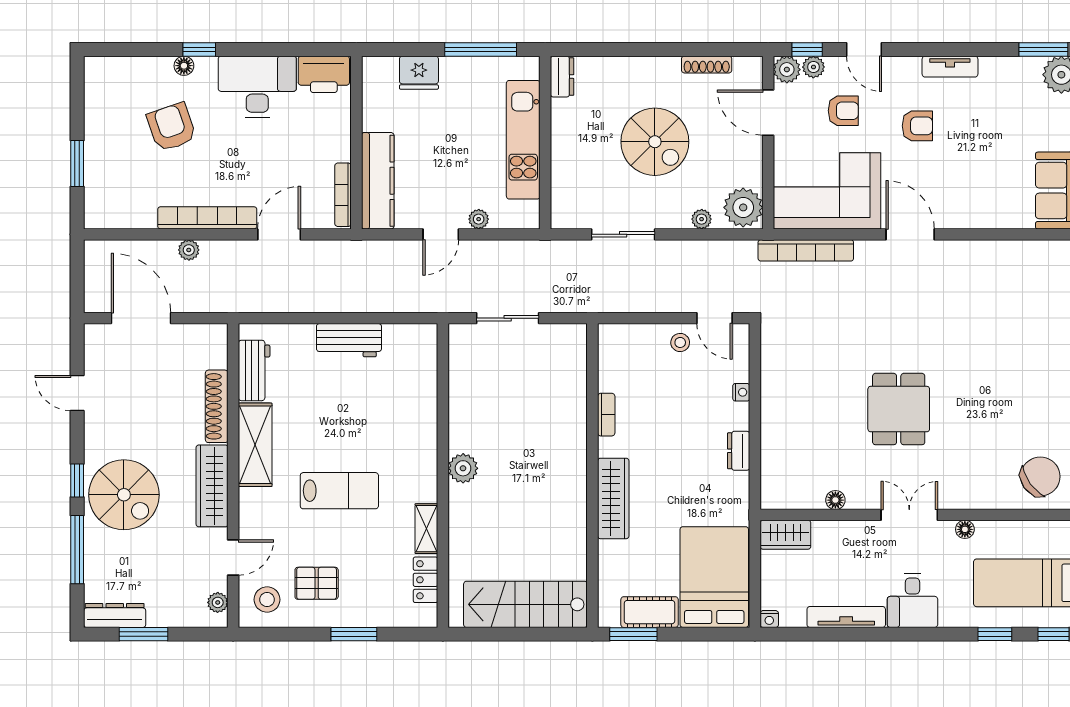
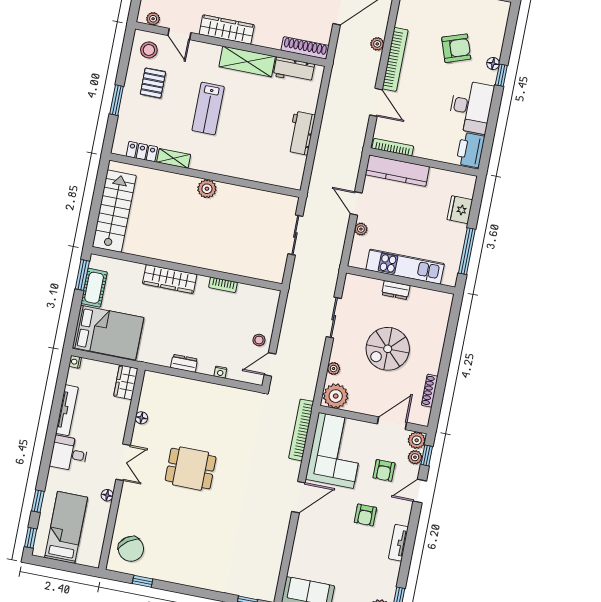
dresser: (562, 77) -> (396, 290), moved
shoe rack: (217, 406) -> (305, 48), moved

